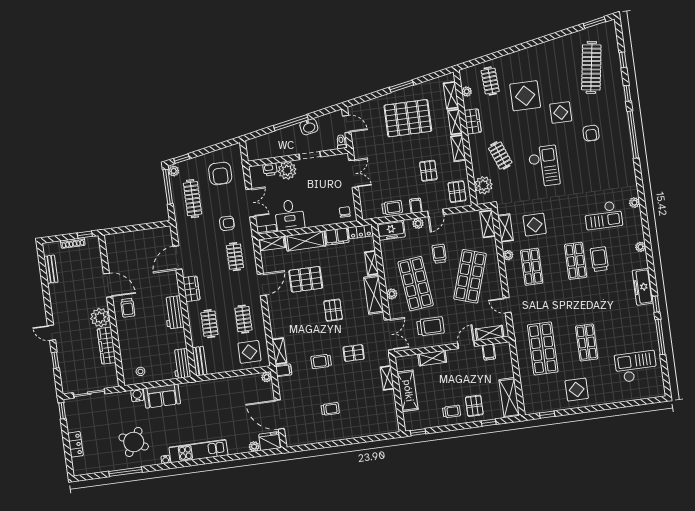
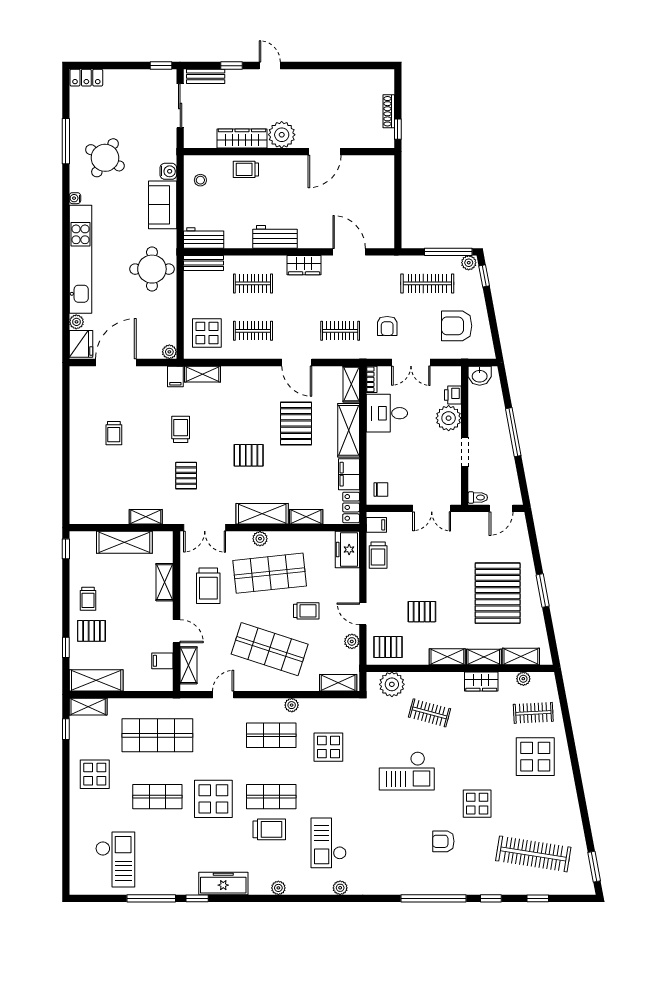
display table: (525, 96) -> (535, 757), moved
washbasin: (309, 127) -> (480, 376), moved, turned -79
clothes rail: (500, 155) -> (430, 713), turned 36
filing cabinet: (416, 206) -> (376, 525), moved
plant: (418, 223) -> (352, 641), moved
shelving: (505, 228) -> (88, 707), moved
bench: (51, 269) -> (206, 76), moved
display table: (583, 302) -> (213, 799), added
trolley: (128, 308) -> (246, 169), moved
door: (52, 333) -> (270, 66), hinge flipped
round table: (209, 397) -> (152, 269), added
locker: (75, 444) -> (86, 78), moved
kitchen unit: (198, 451) -> (80, 259), width x1.36

